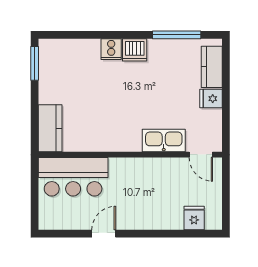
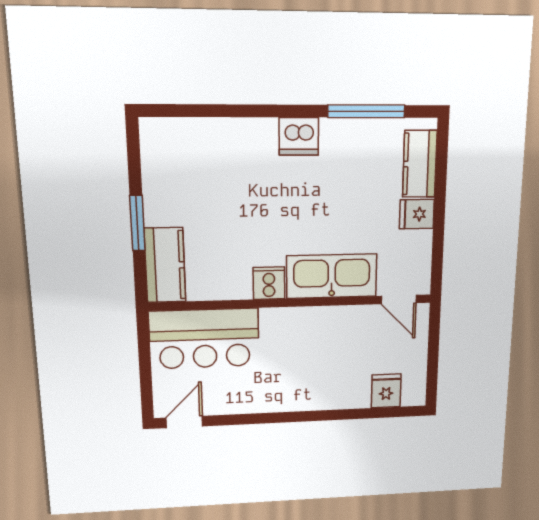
cooker: (111, 49) -> (269, 283), moved, turned 180
window: (35, 63) -> (137, 223), moved
kitchen sink: (164, 141) -> (332, 276), width x1.36, depth x1.24
door: (104, 234) -> (184, 422), moved

